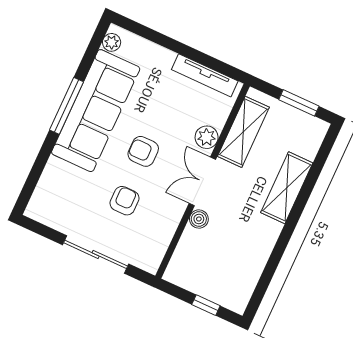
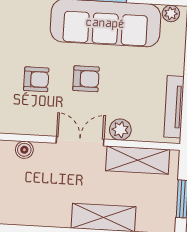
armchair: (143, 151) -> (86, 79), turned 90
boiler: (199, 219) -> (24, 150), moved

